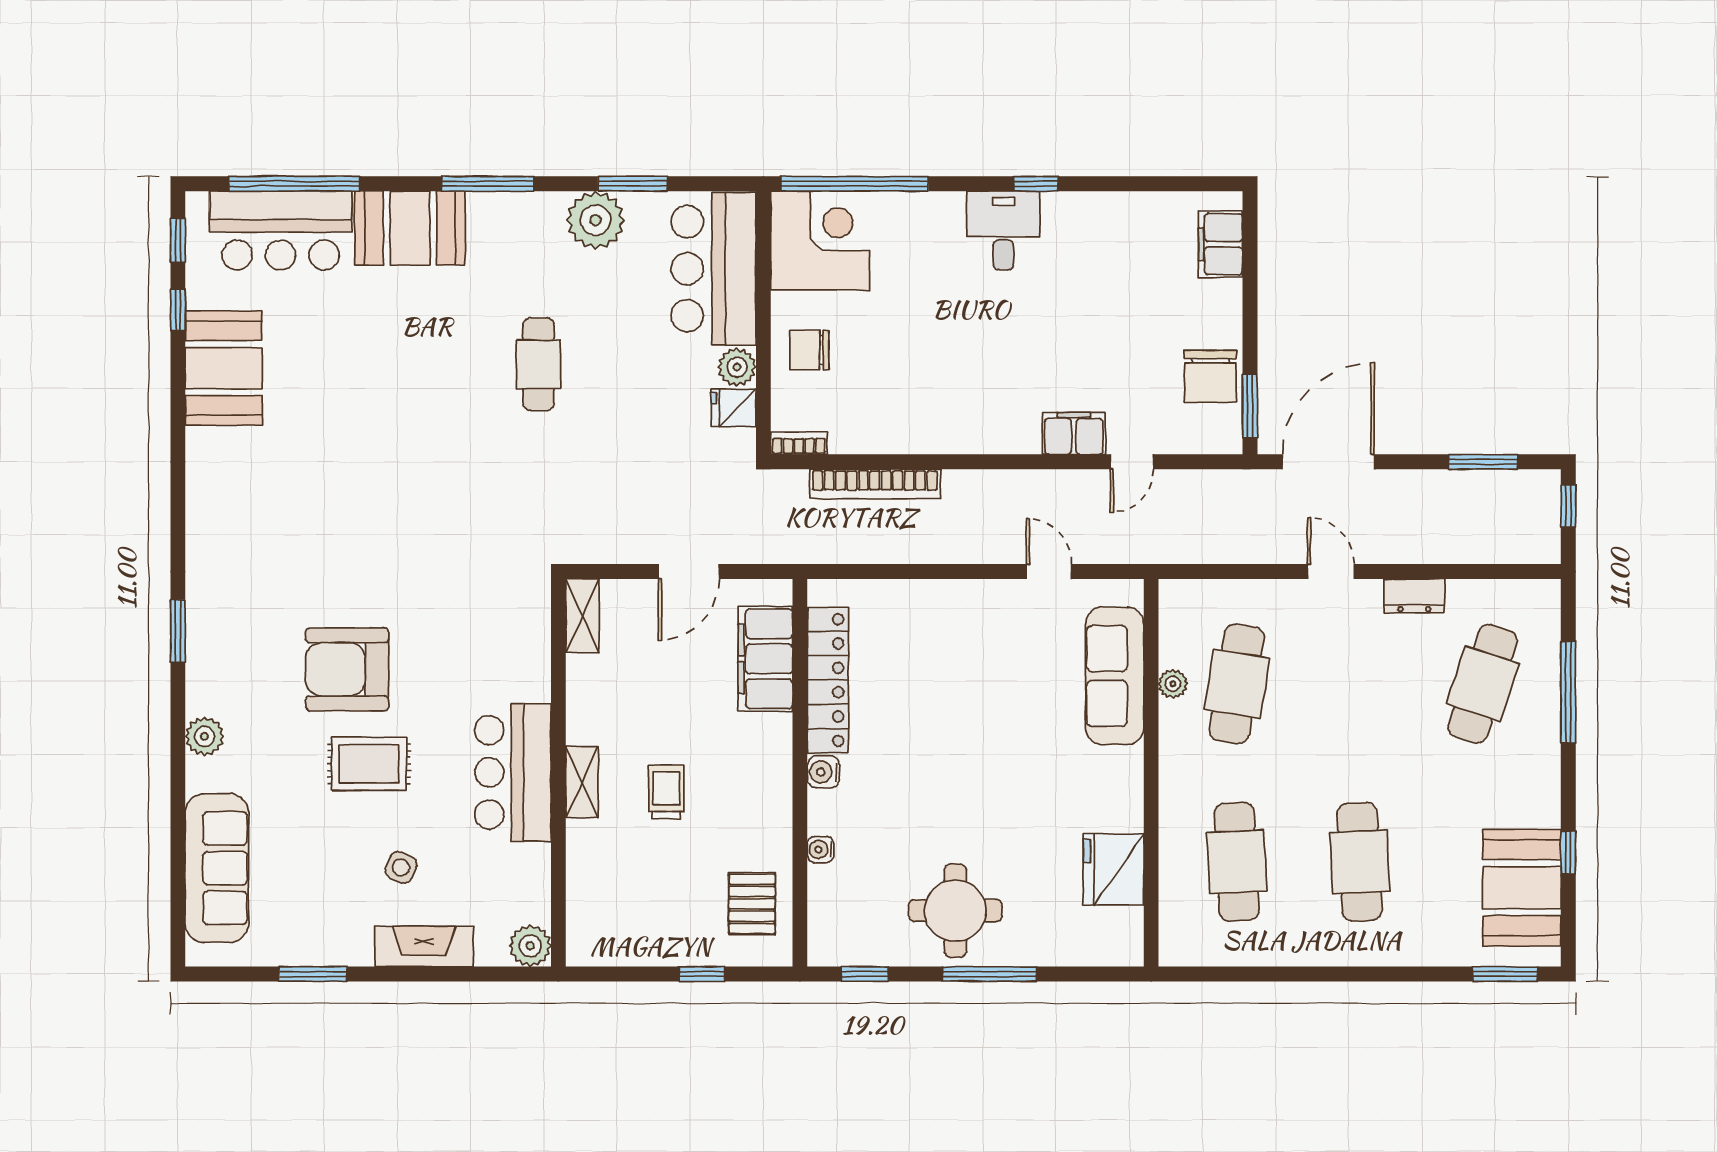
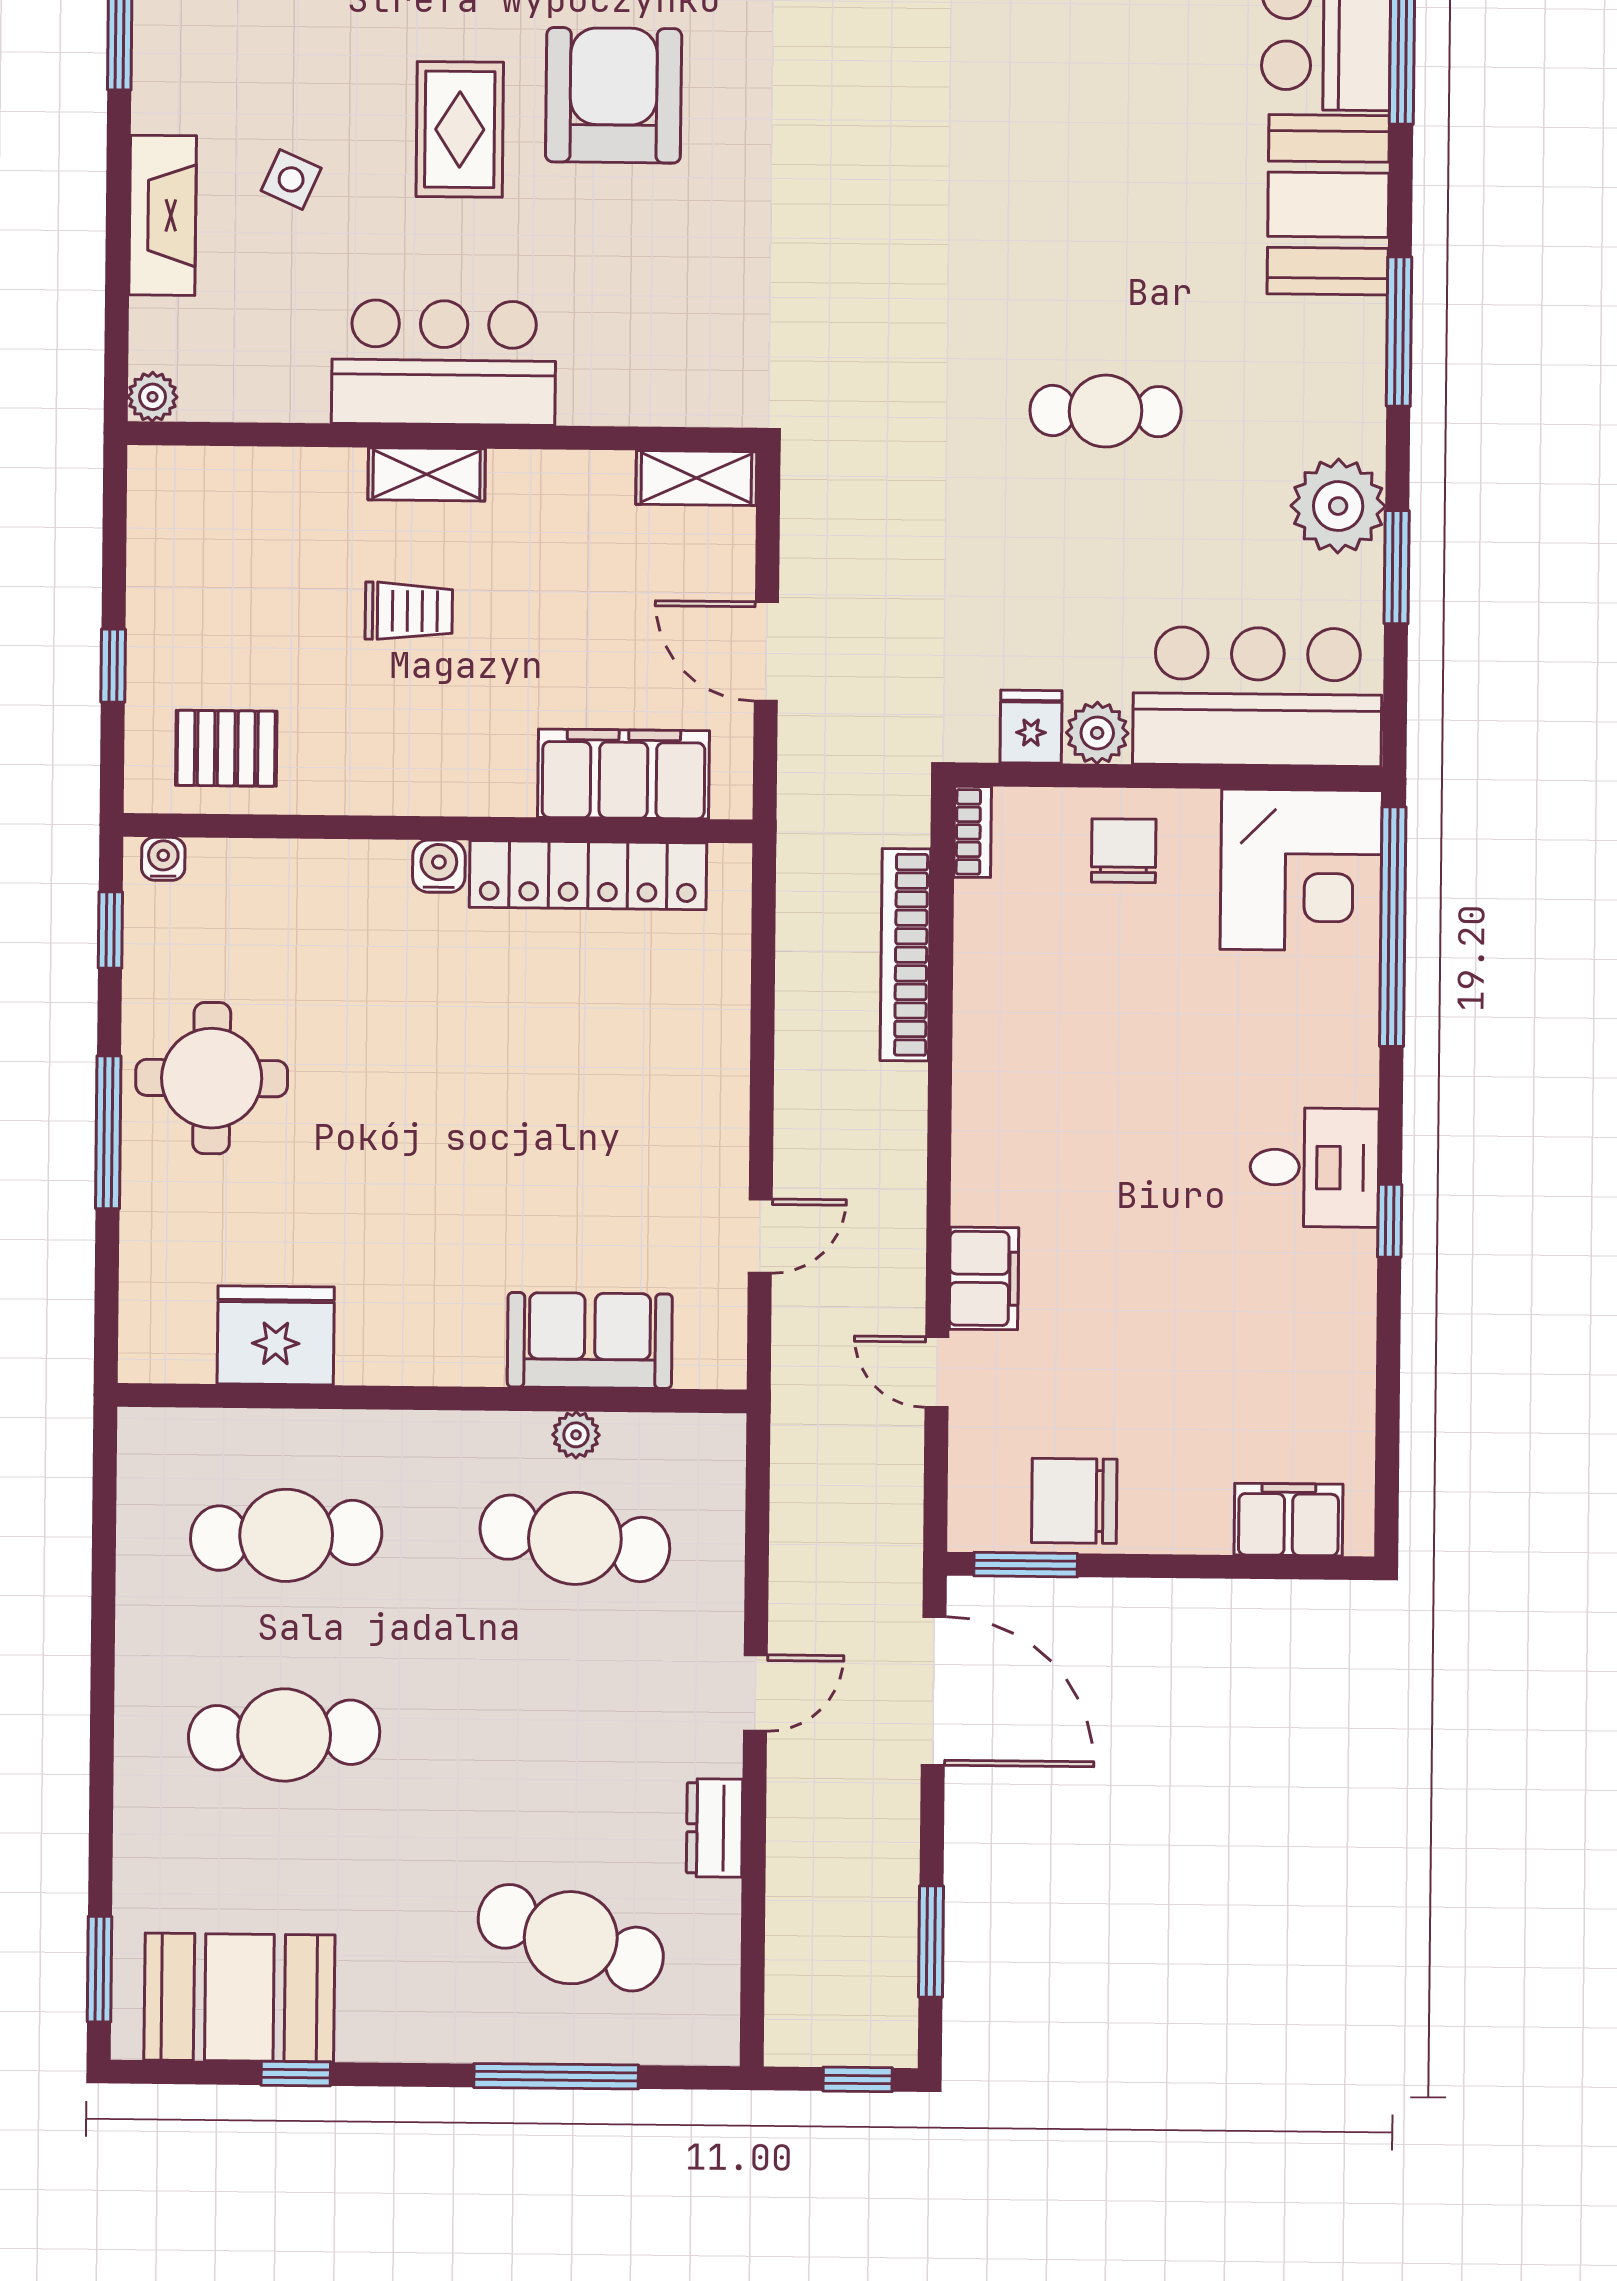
sofa: (1115, 676) -> (590, 1340), width x0.73
water cooler: (821, 849) -> (163, 859), moved
plant: (530, 946) -> (153, 397), width x0.73, depth x0.73

